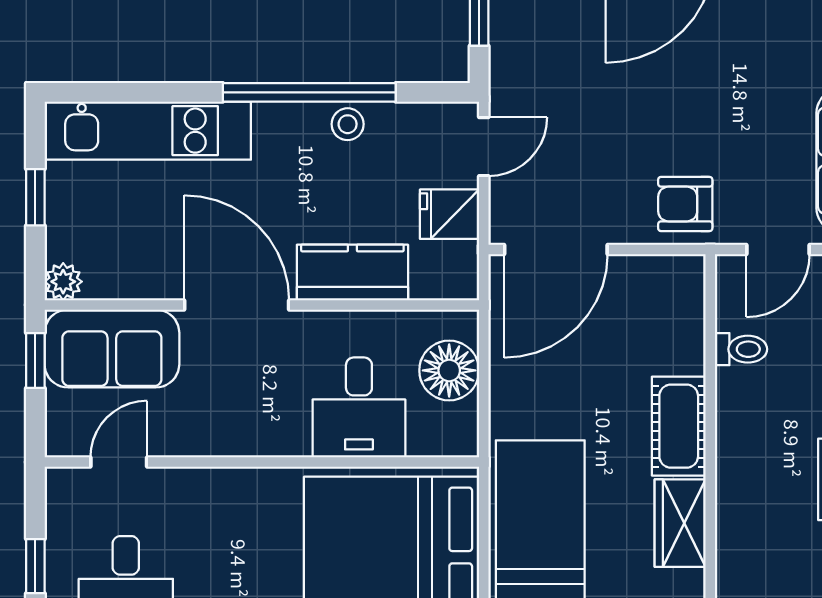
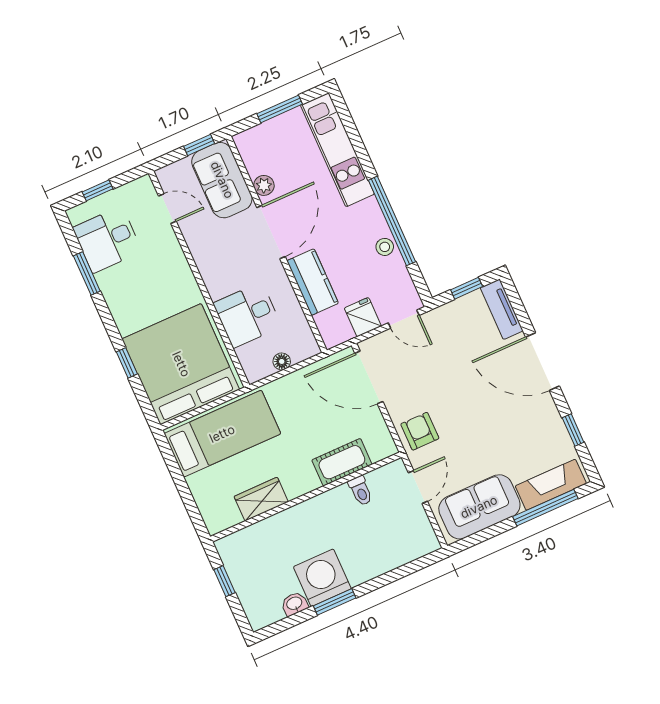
window: (35, 197) -> (280, 109), width x1.50
door: (778, 249) -> (418, 487), swing flipped
plant: (63, 282) -> (264, 185), moved
floor lamp: (449, 370) -> (282, 361), width x0.53, depth x0.53
cot: (679, 426) -> (342, 462), moved

